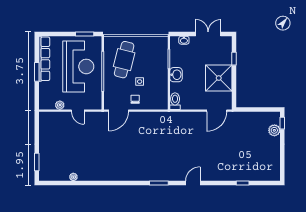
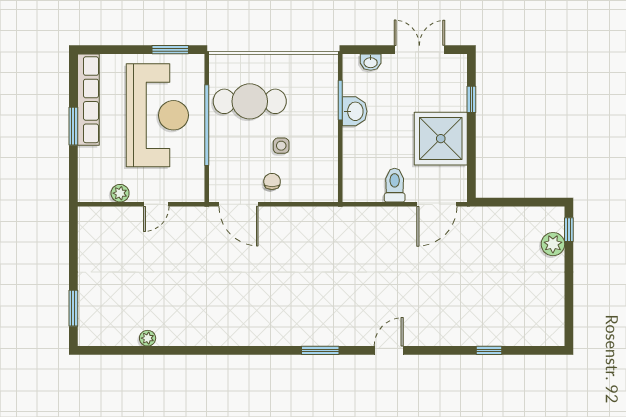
cafe table: (124, 60) -> (250, 101), turned 76
washbasin: (176, 75) -> (355, 111), moved
toilet: (175, 101) -> (395, 185), moved
door: (78, 111) -> (156, 204), hinge flipped
door: (119, 111) -> (239, 204), hinge flipped

